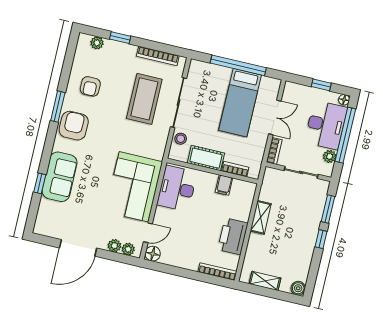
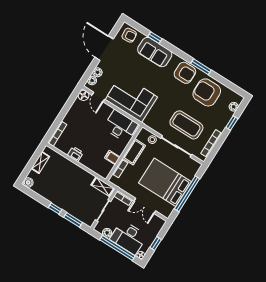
armchair: (90, 86) -> (207, 92), width x1.88, depth x1.88
bed: (240, 103) -> (165, 182), width x1.50
shelving: (261, 217) -> (103, 187), moved
armchair: (49, 220) -> (129, 35), added
printer: (233, 236) -> (75, 154), width x0.53, depth x0.68

